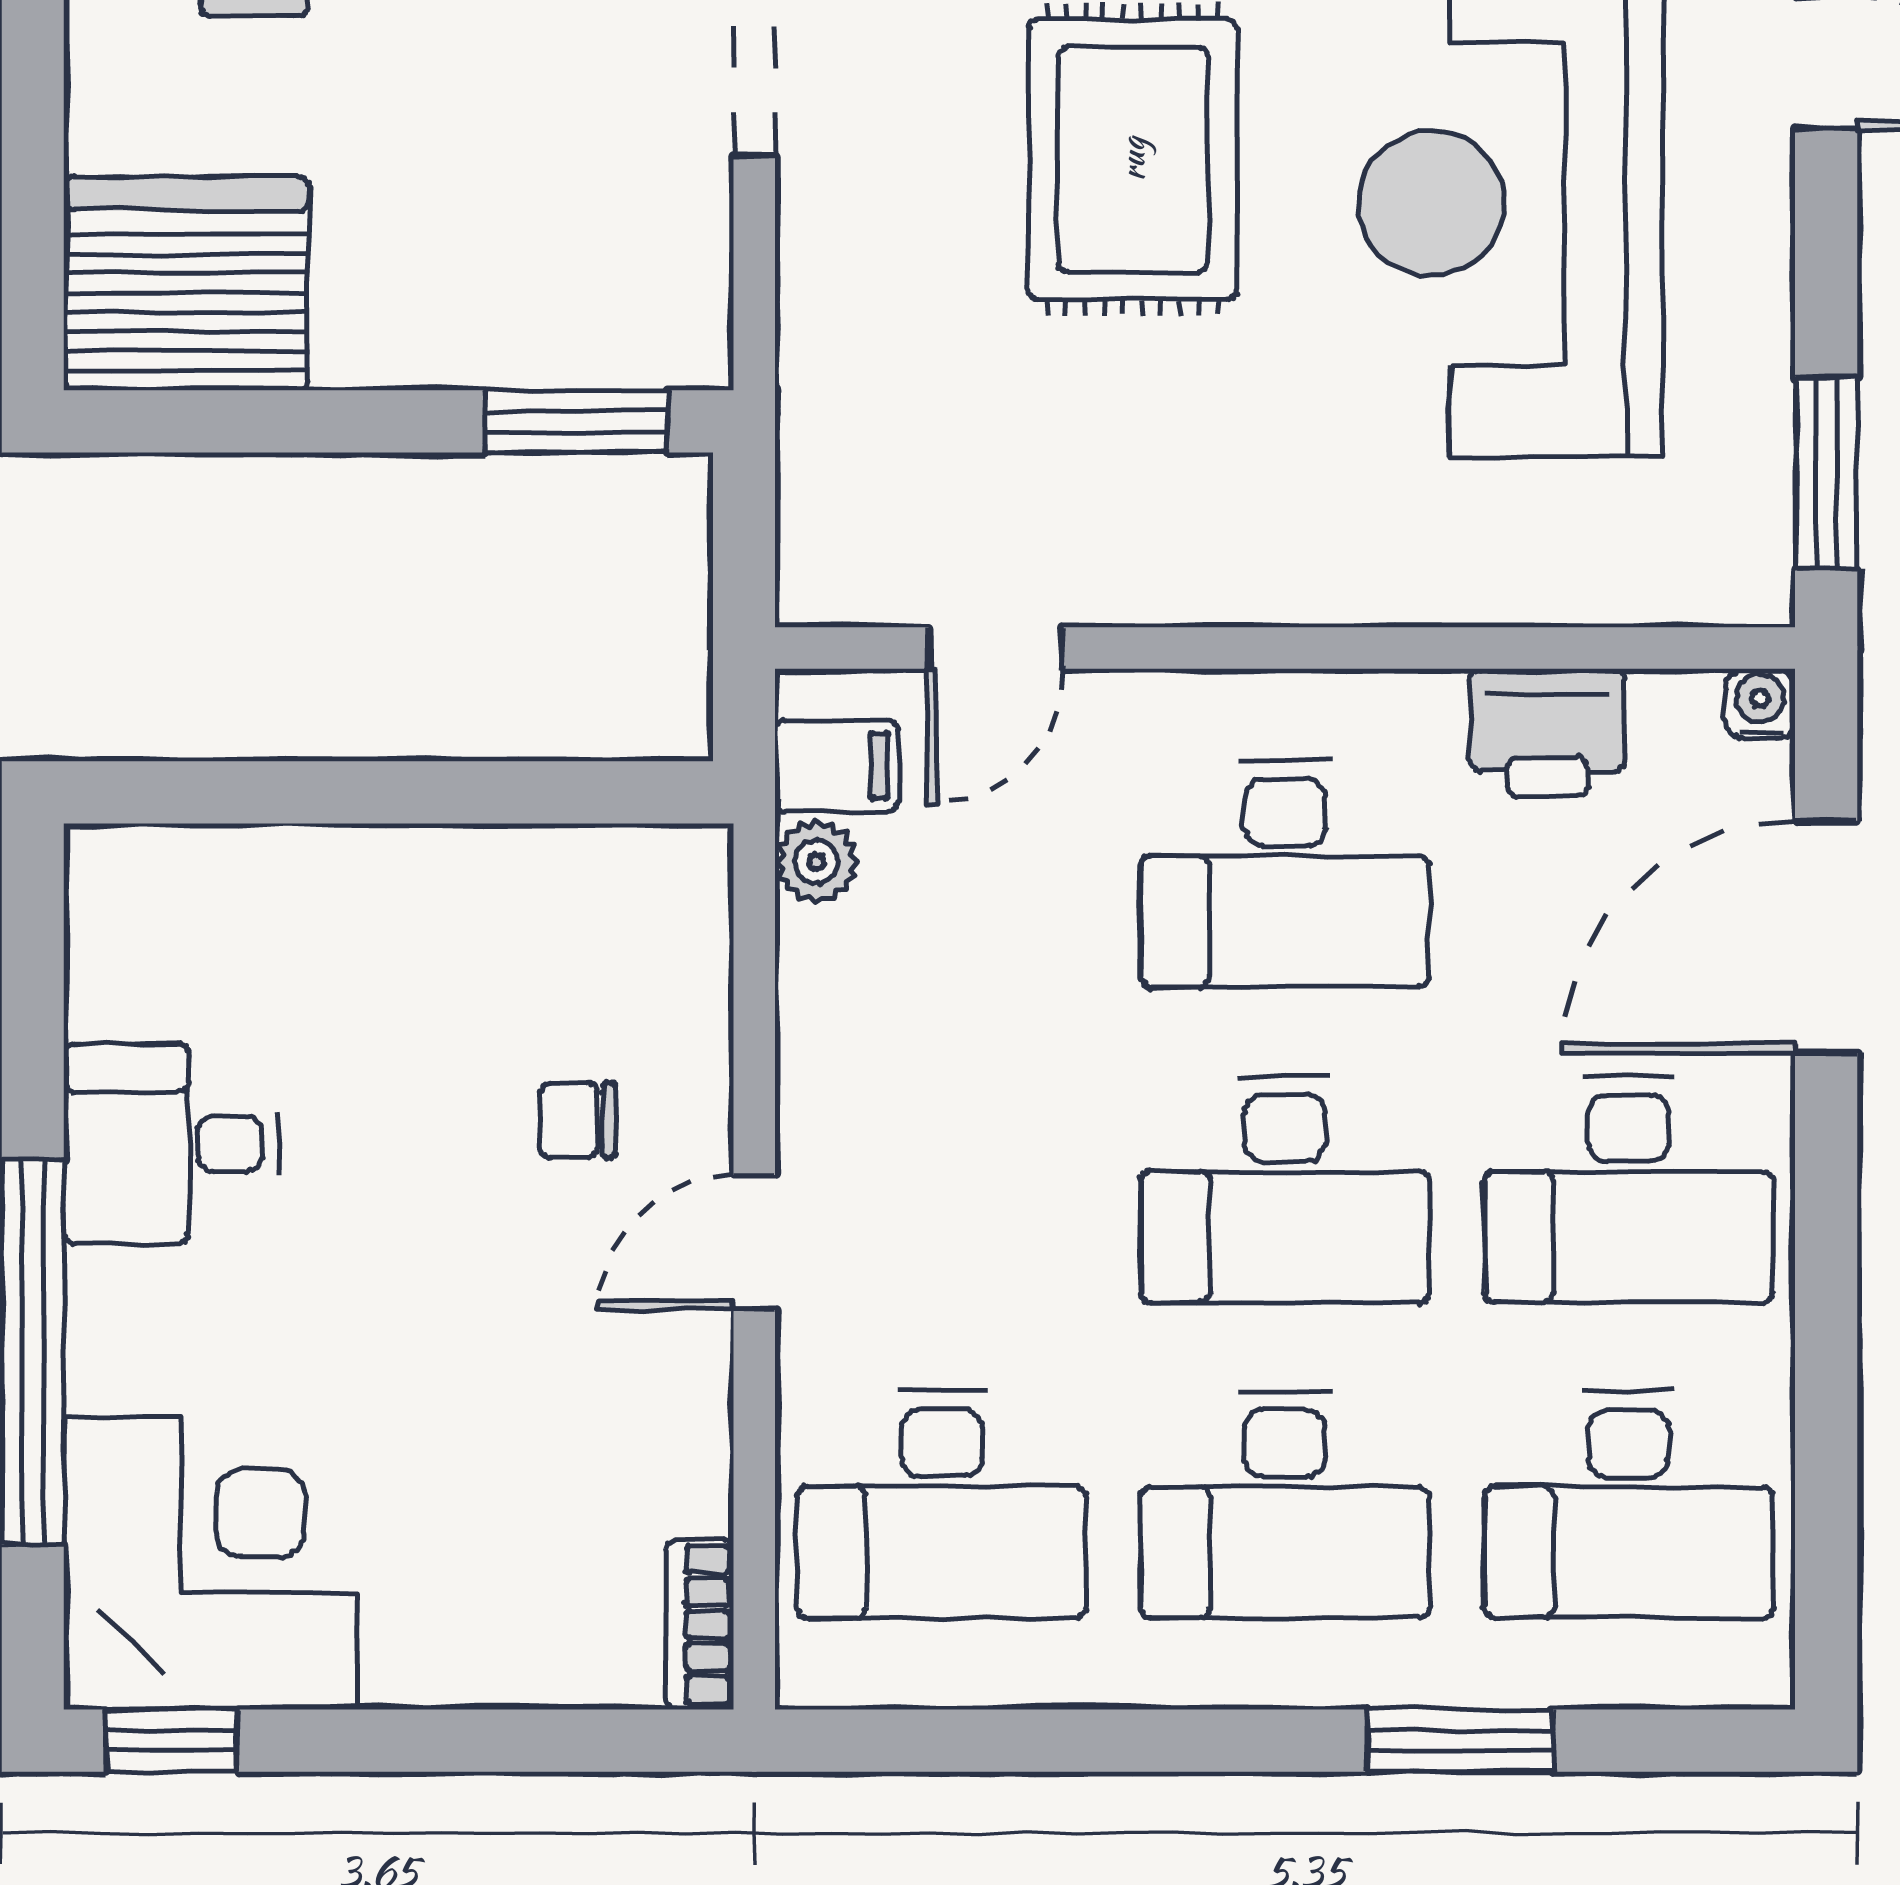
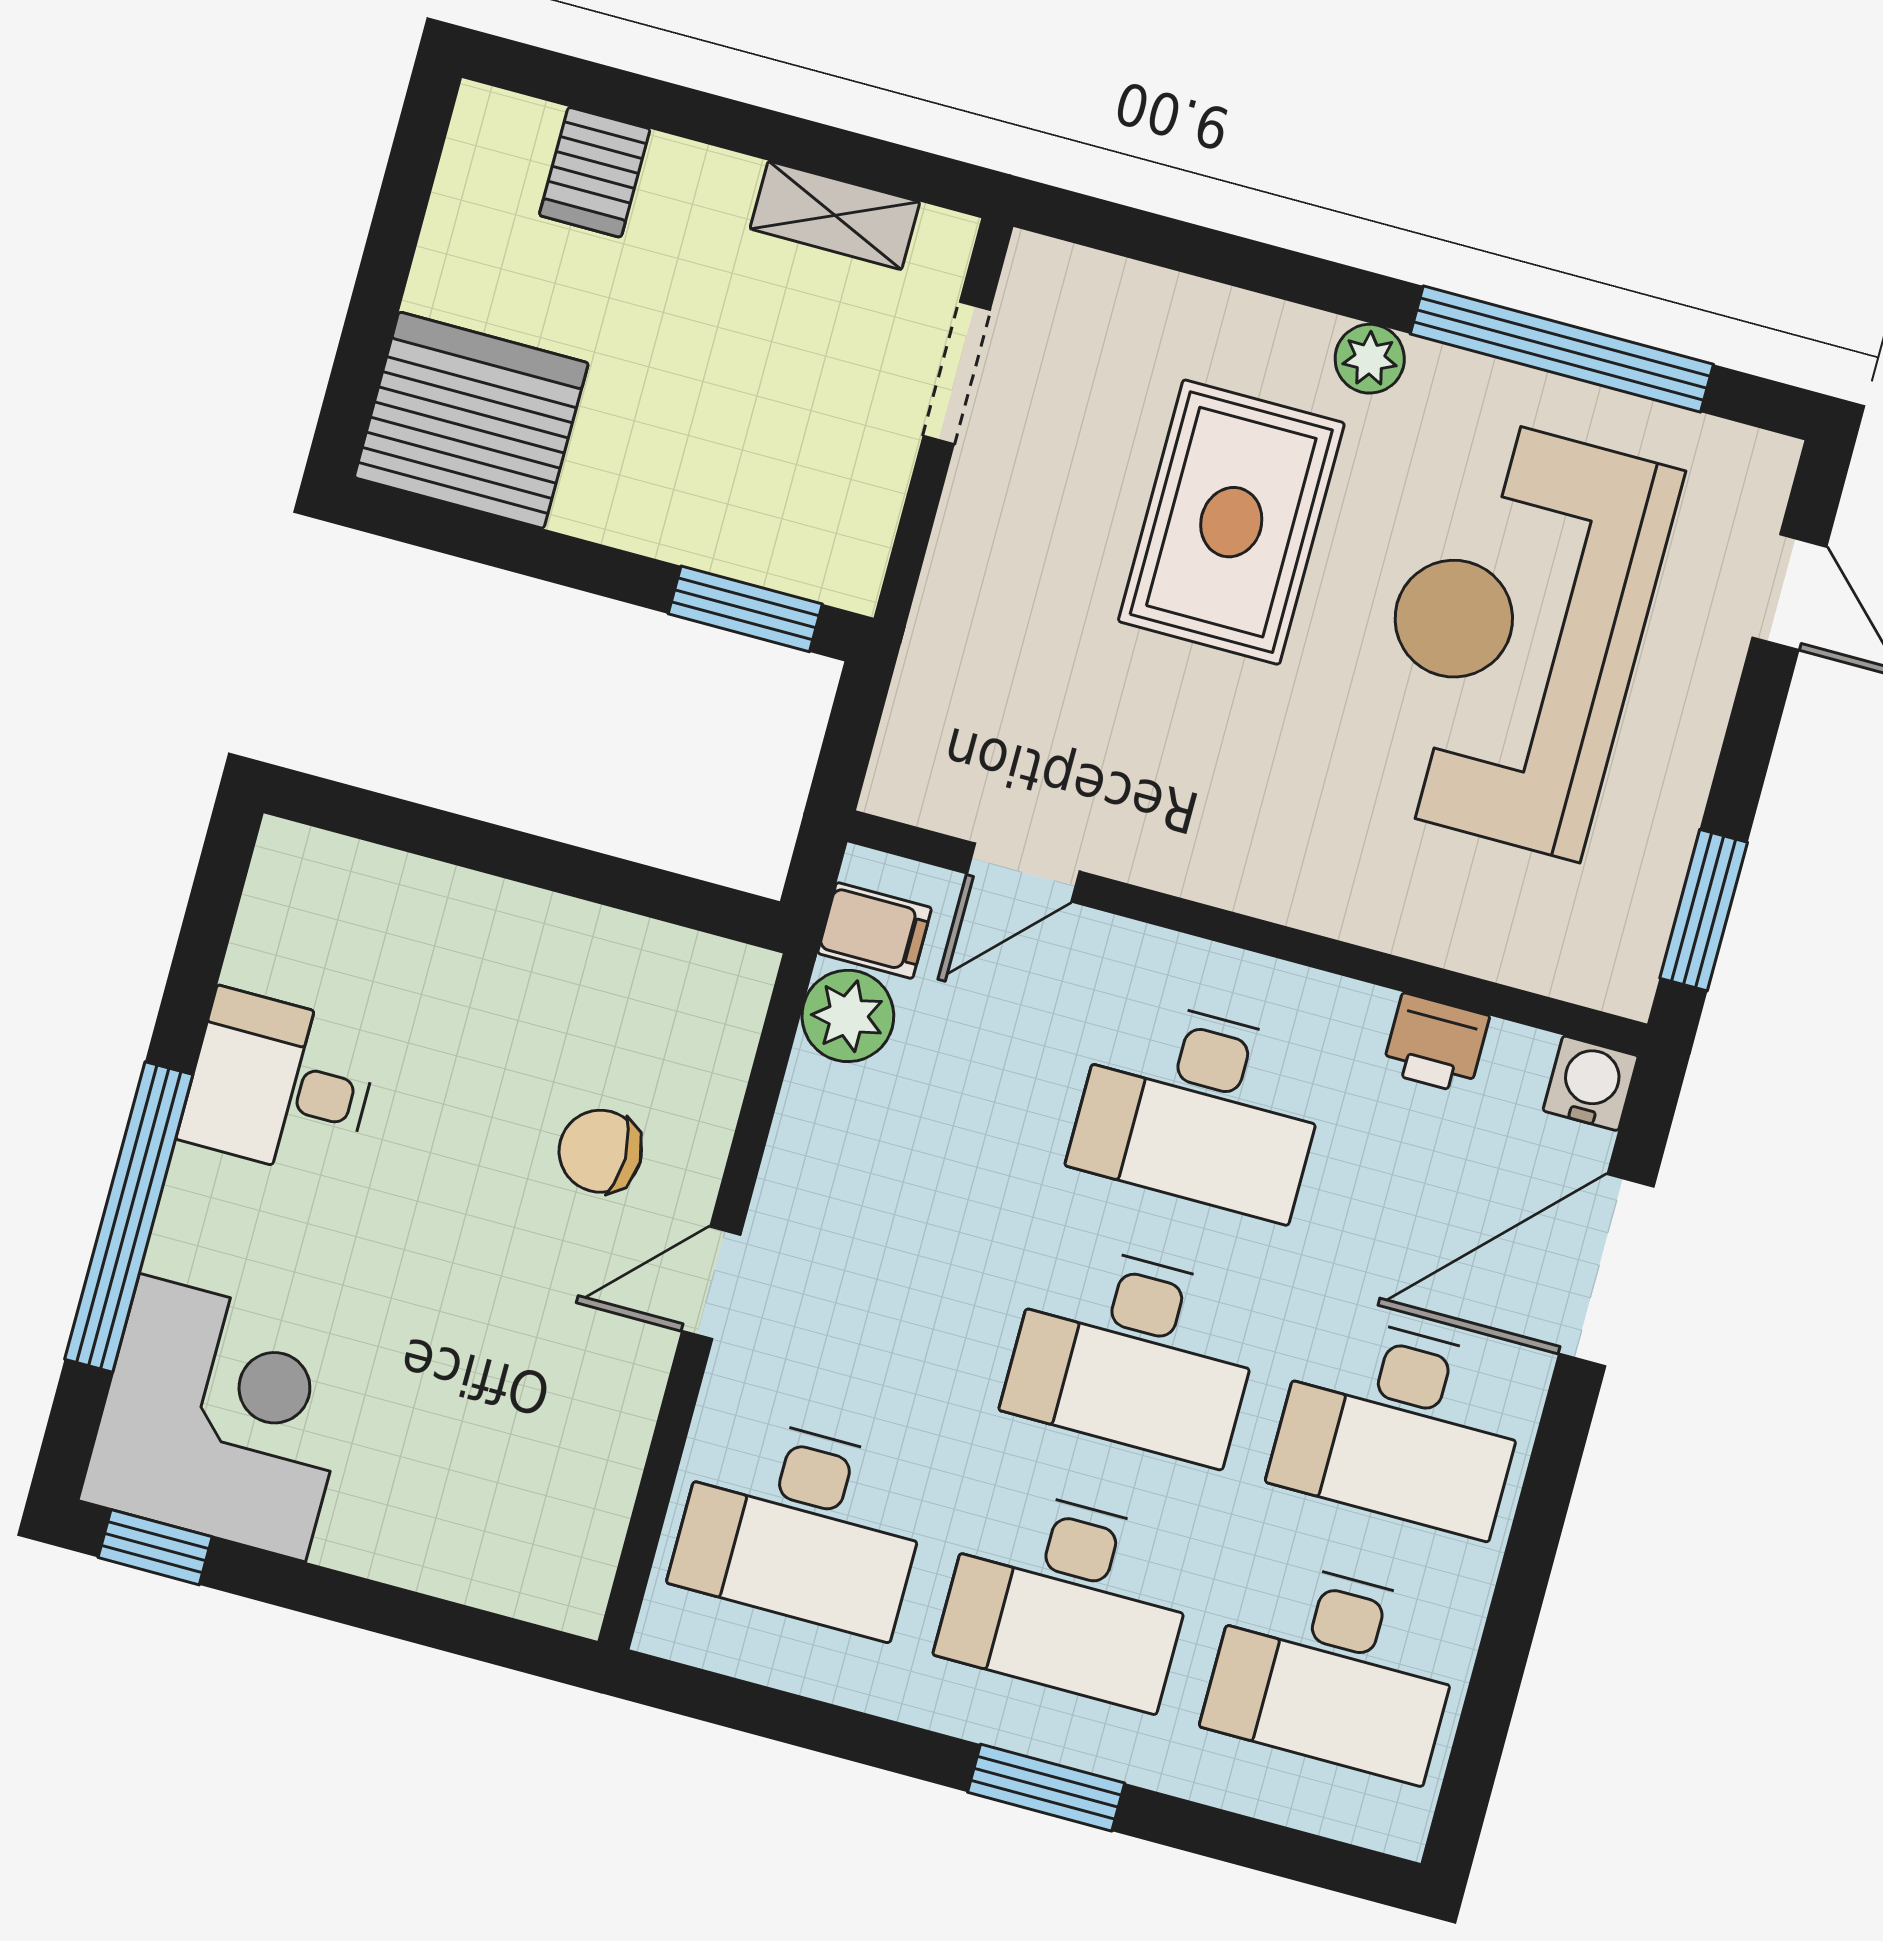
water cooler: (1760, 704) -> (1591, 1083), width x1.38, depth x1.38
printer: (1547, 732) -> (1436, 1044), width x0.73, depth x0.81
plant: (816, 862) -> (848, 1016), width x1.38, depth x1.38
chair: (578, 1120) -> (600, 1151), width x1.37, depth x1.37
bookcase: (700, 1625) -> (589, 1568), removed
window: (1460, 1741) -> (1046, 1788), moved

